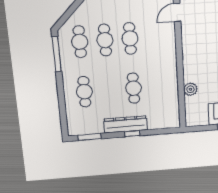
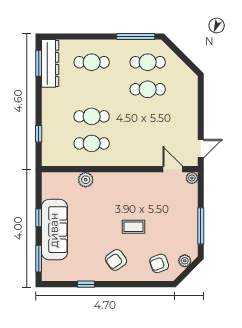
cafe table: (130, 38) -> (92, 143), moved
dresser: (126, 124) -> (50, 63), moved
window: (132, 134) -> (39, 134), moved

